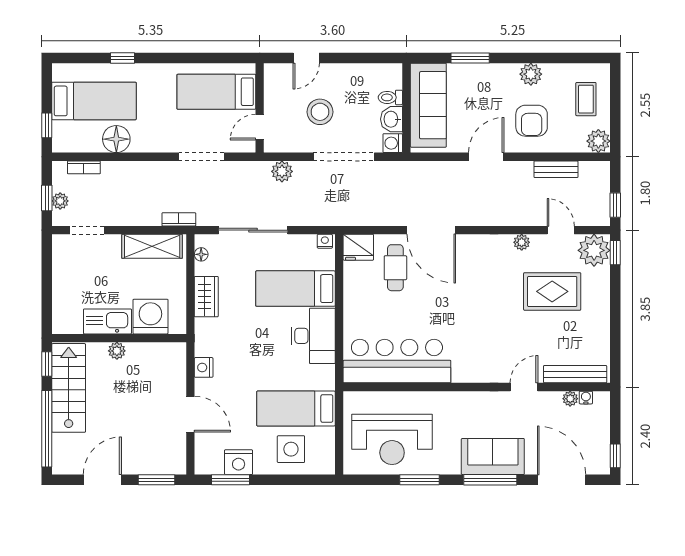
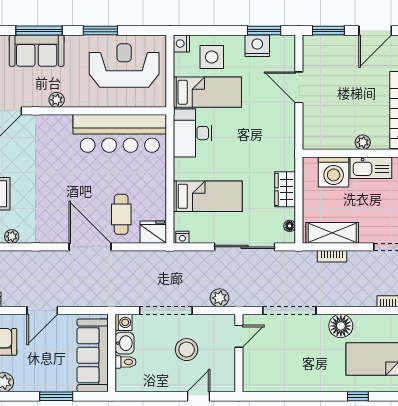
bed: (216, 92) -> (276, 367), removed
floor lamp: (116, 139) -> (341, 326), moved
doorway: (201, 157) -> (289, 311), width x1.36
bookcase: (179, 219) -> (332, 256), moved
desk: (313, 336) -> (192, 133), moved
nightstand: (204, 367) -> (181, 44), moved, turned 180
plant: (470, 400) -> (57, 100), added

